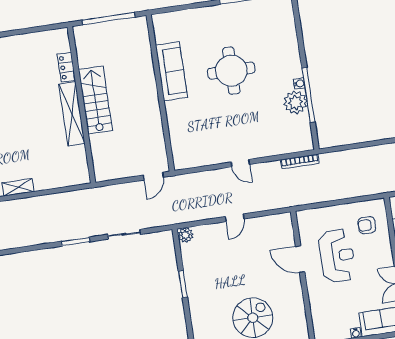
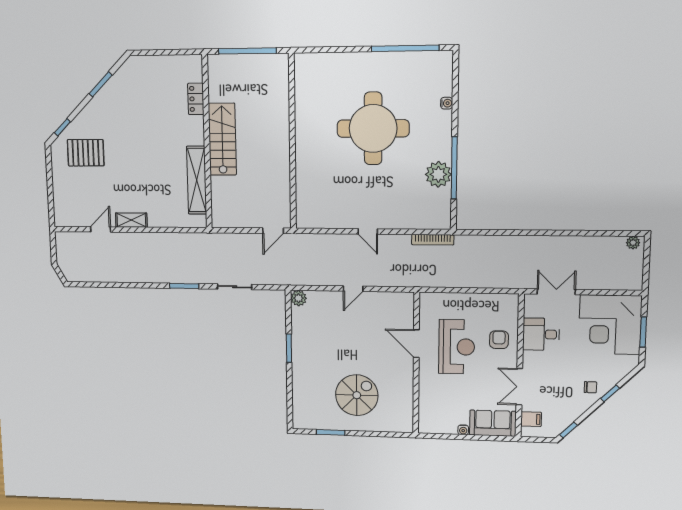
sofa: (171, 71) -> (308, 120), removed
round table: (231, 71) -> (373, 128), width x1.36, depth x1.36
water cooler: (299, 84) -> (447, 103), moved
shelving: (72, 114) -> (197, 180), moved
armchair: (367, 225) -> (499, 340), moved, turned 90

